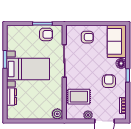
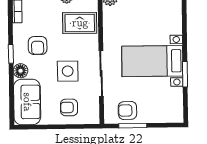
side table: (88, 63) -> (68, 71), added
dresser: (12, 97) -> (175, 22), removed

